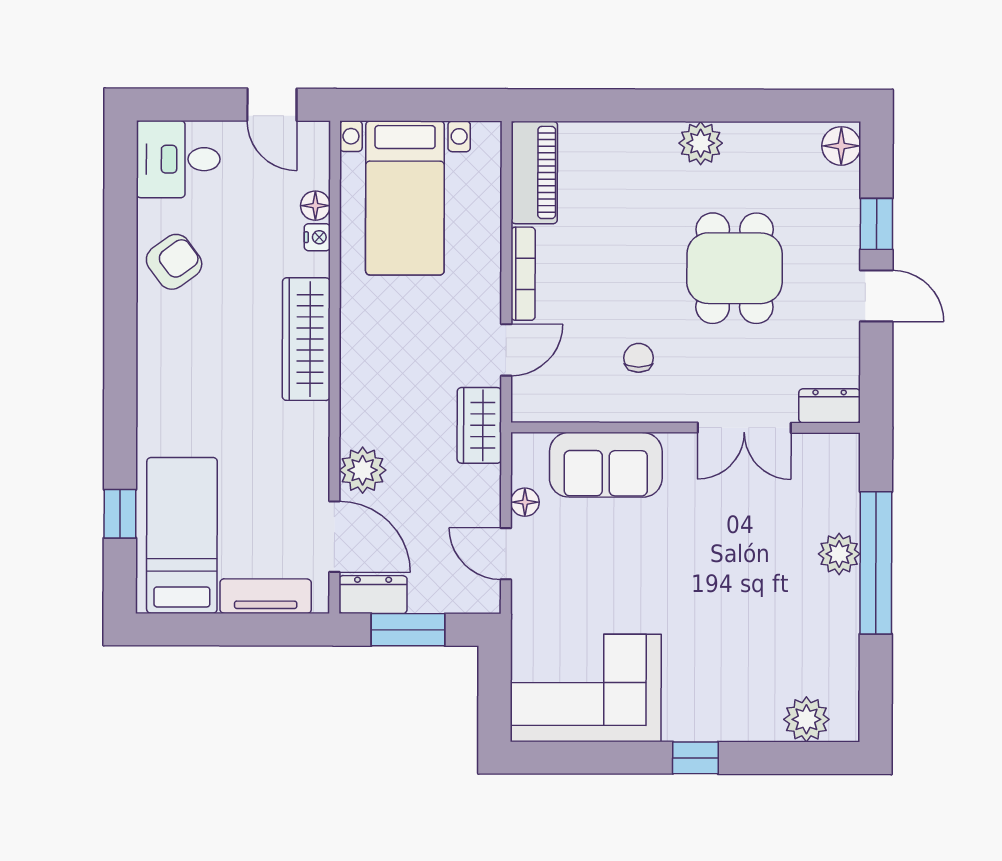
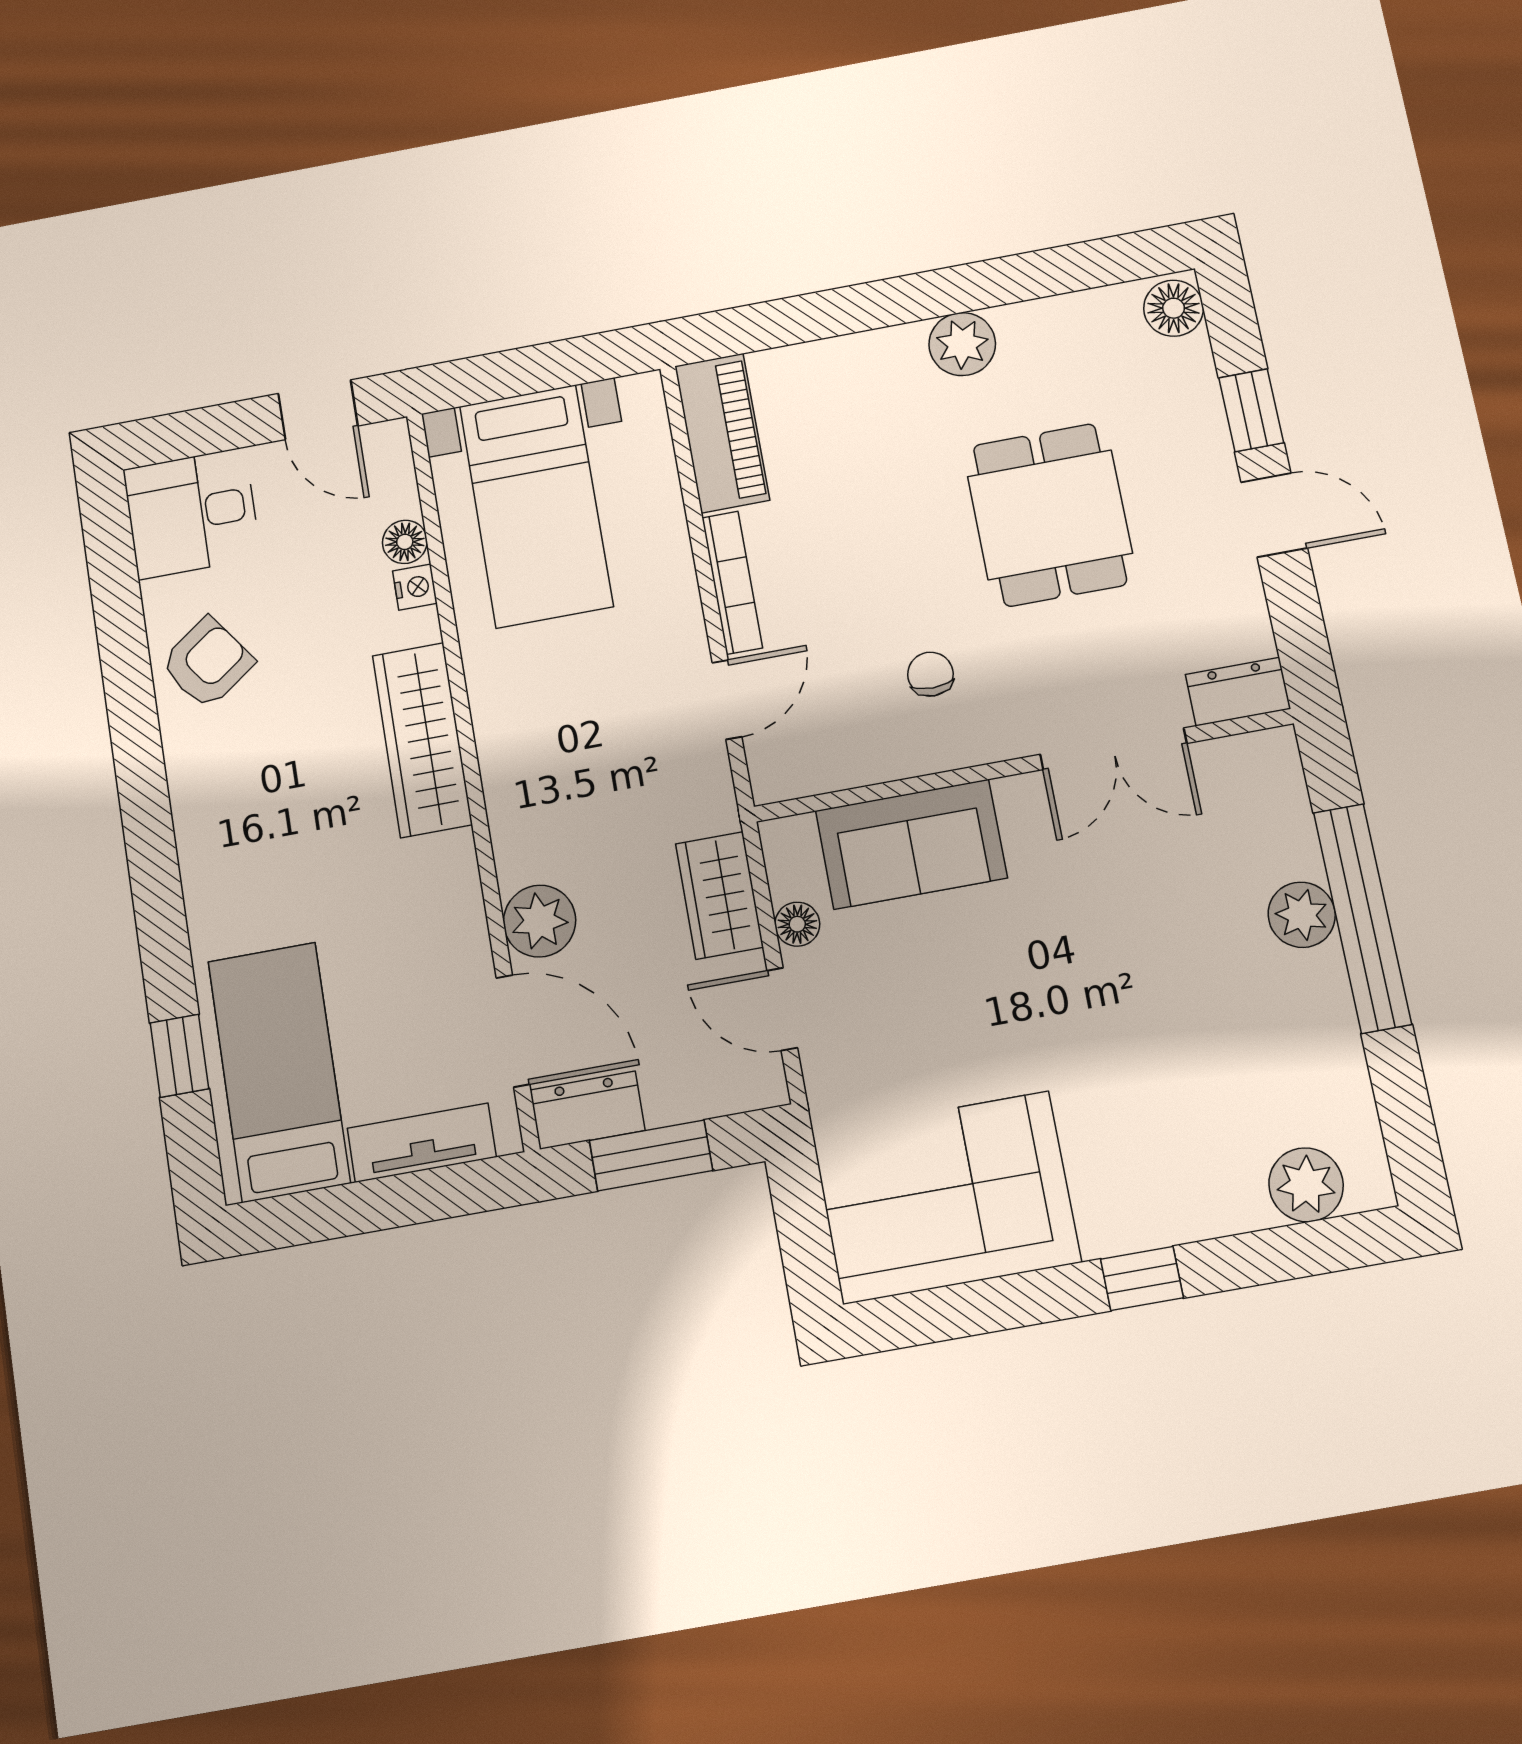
wardrobe: (479, 425) -> (719, 895), moved

